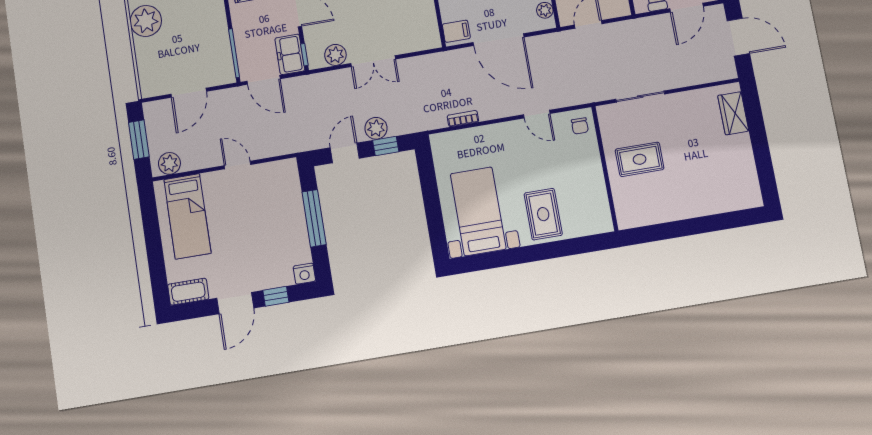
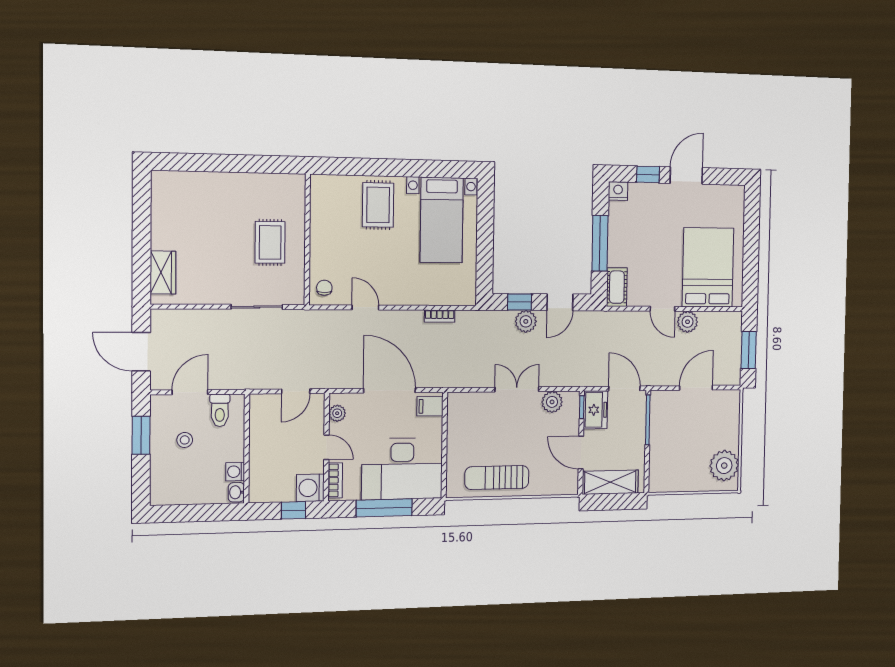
rug: (640, 159) -> (270, 242), turned 90
plant: (169, 163) -> (688, 322), moved
bed: (187, 216) -> (708, 267), width x1.50
cot: (188, 292) -> (617, 287), moved, turned 90

